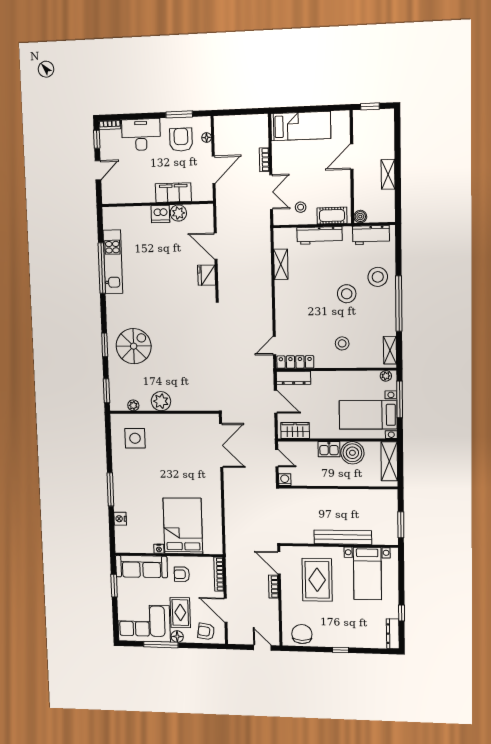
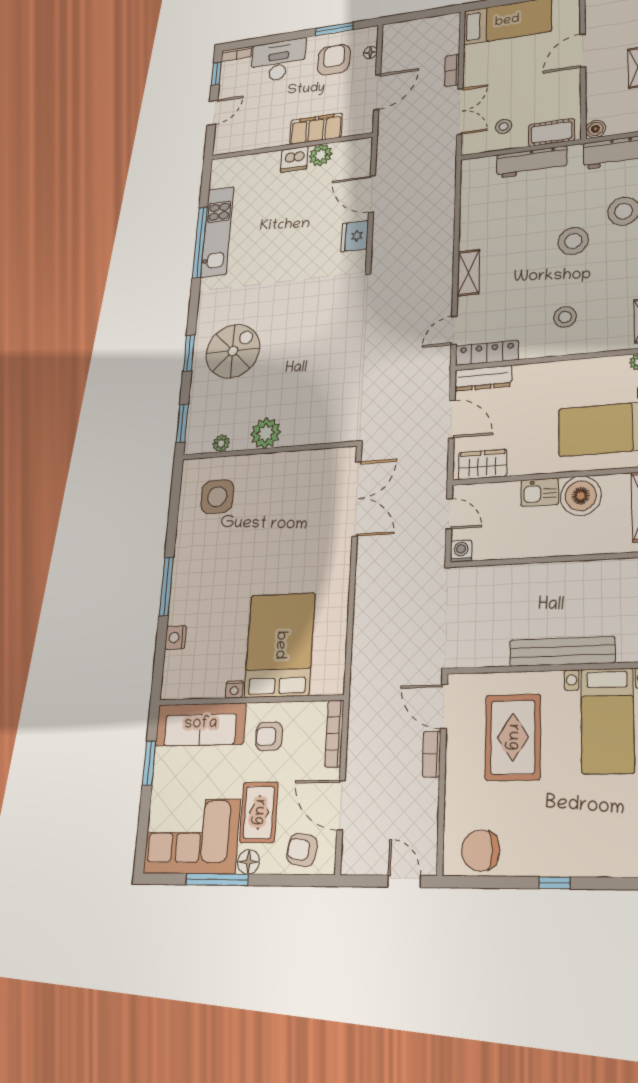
shelving: (281, 264) -> (468, 273), moved
chair: (302, 634) -> (481, 850), turned -90

